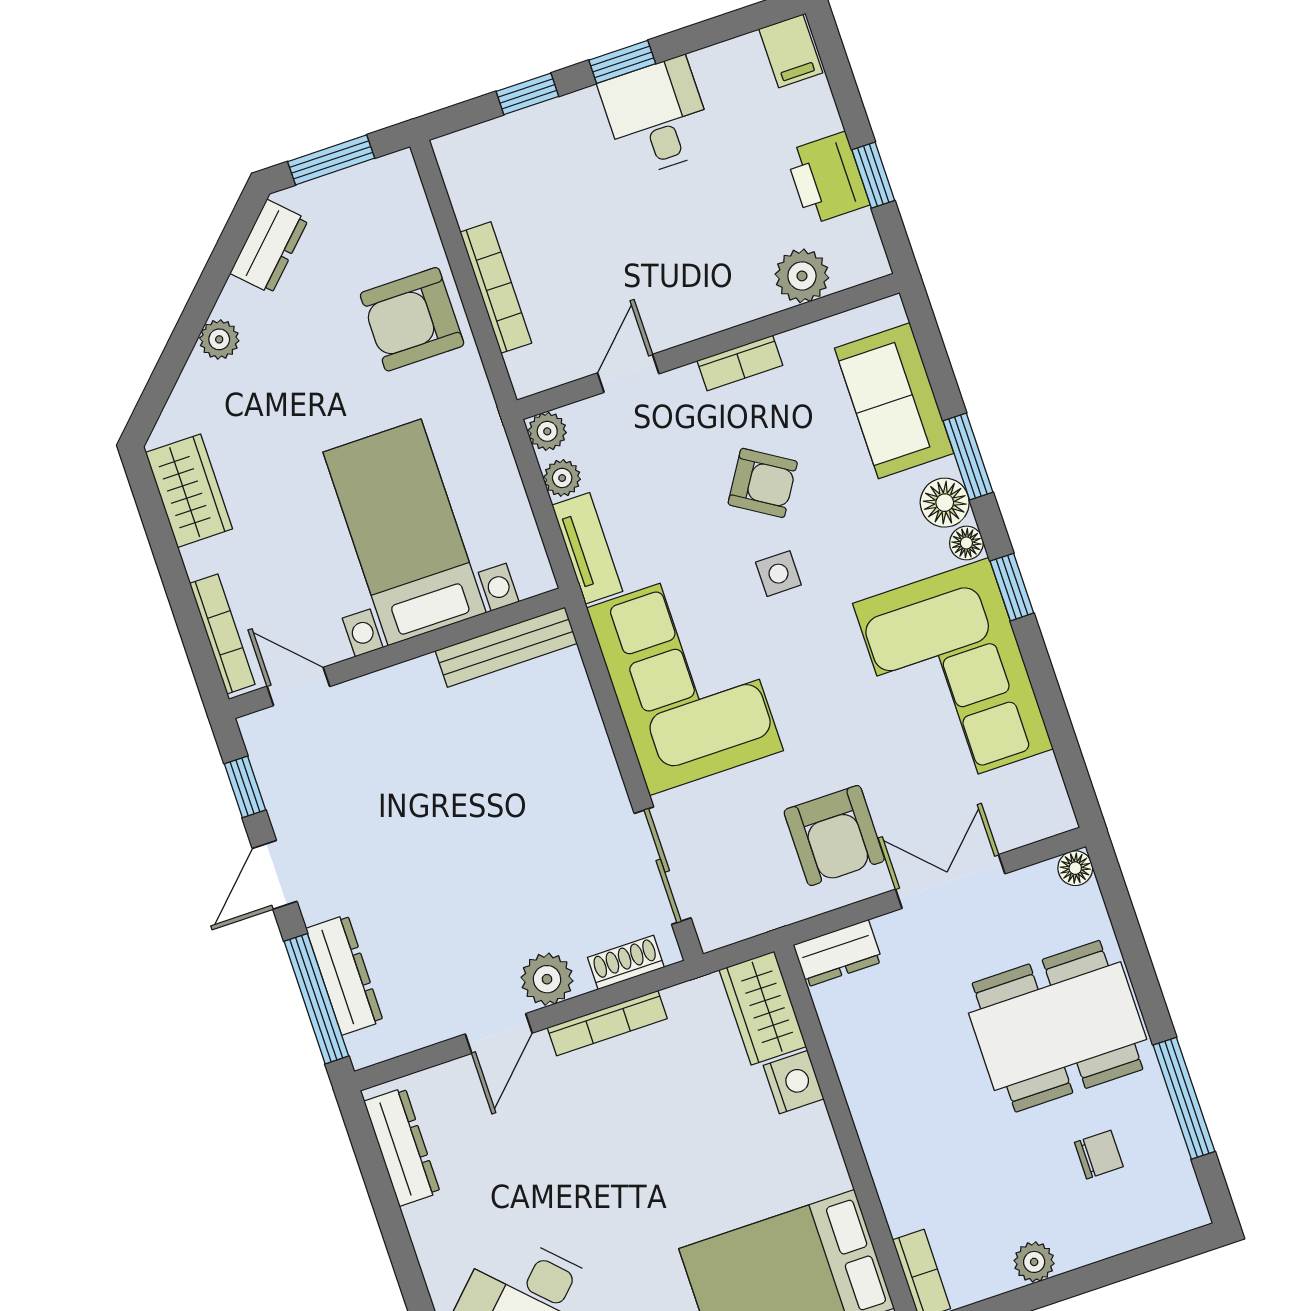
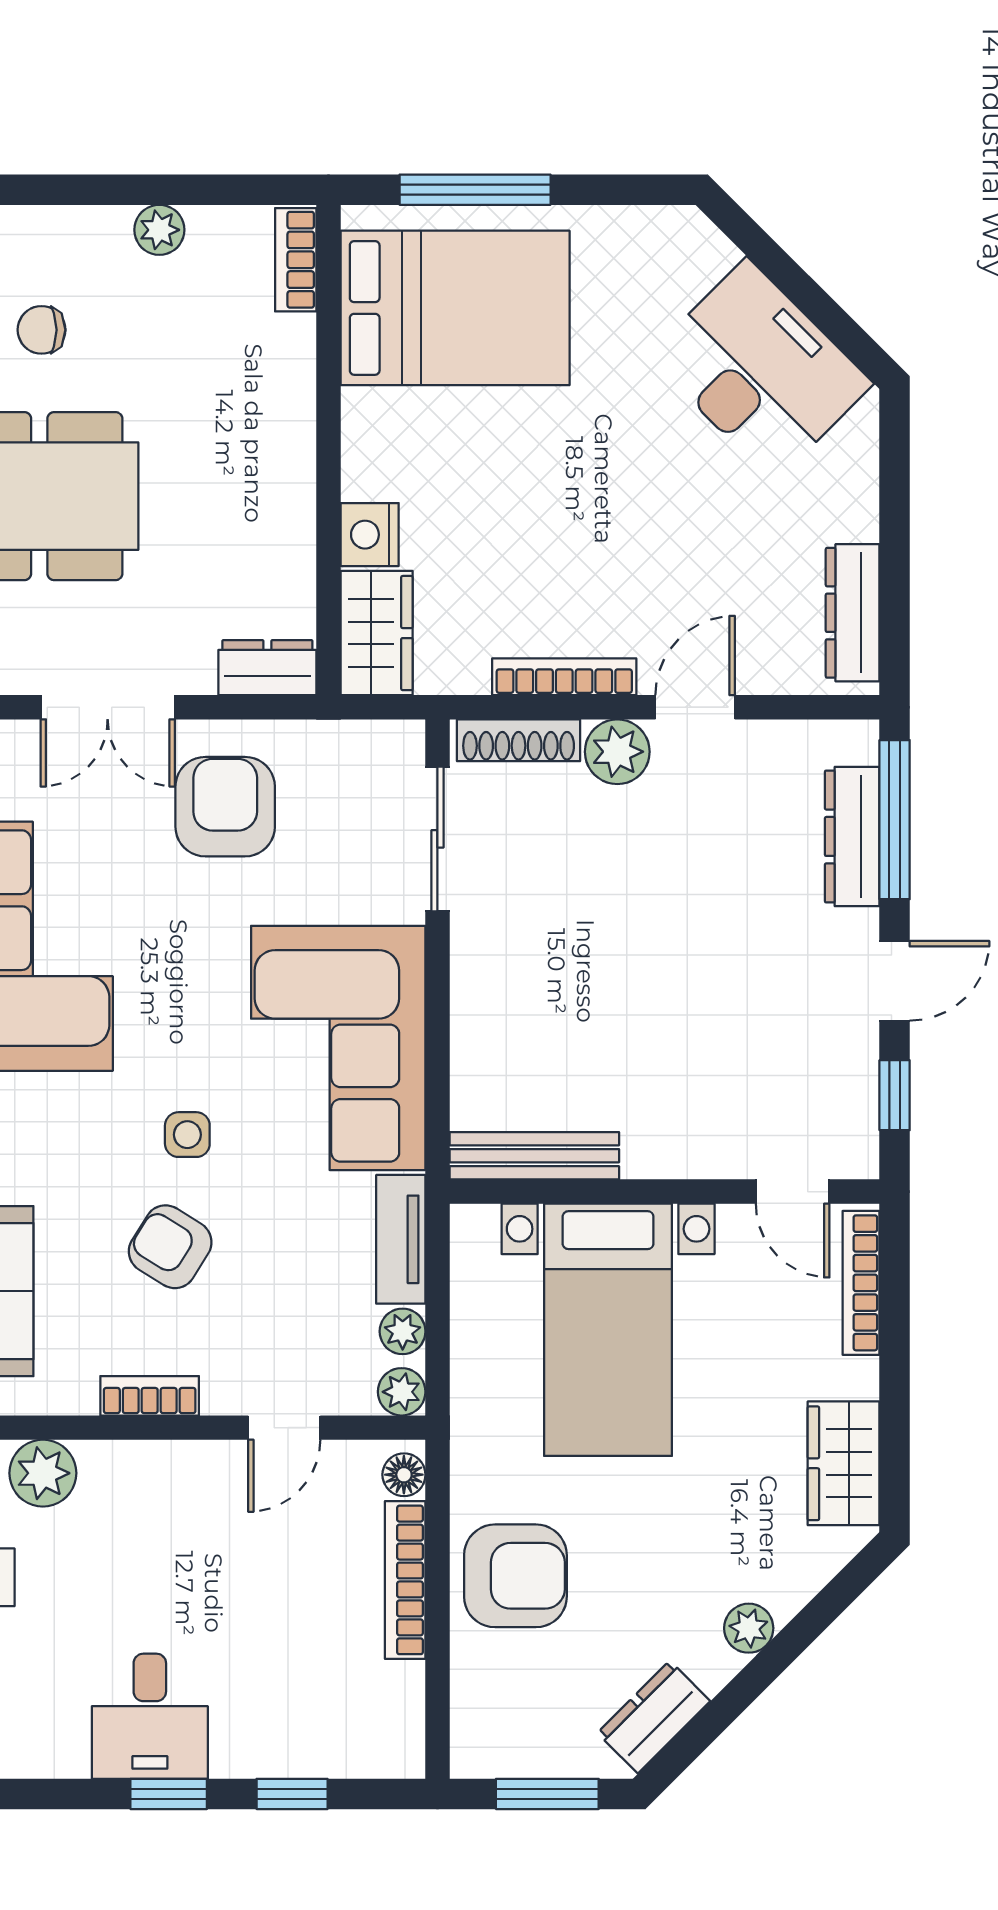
floor lamp: (524, 368) -> (404, 1475), added
shoe rack: (626, 962) -> (519, 740), width x1.43

